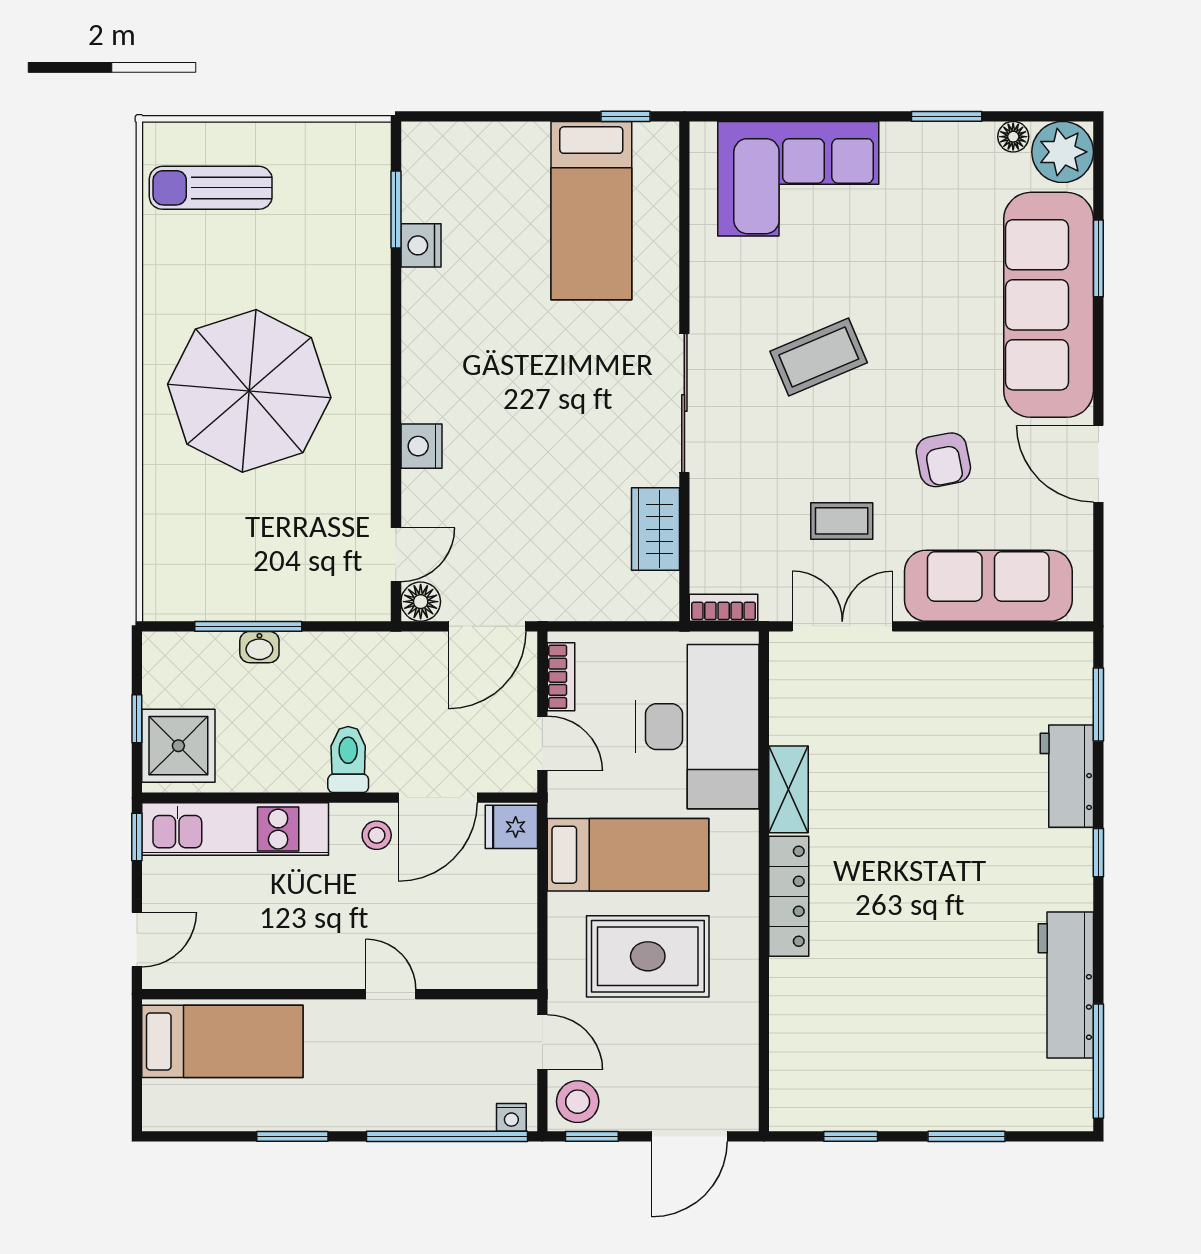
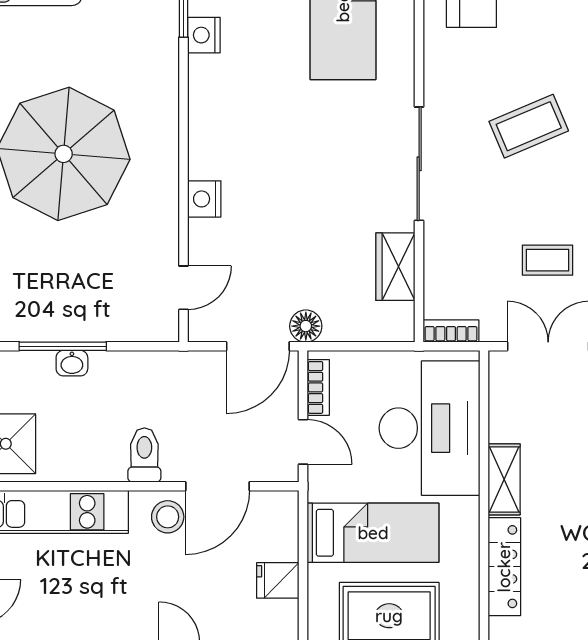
floor lamp: (421, 602) -> (306, 326), moved
fridge: (511, 827) -> (278, 580), moved
stool: (377, 835) -> (168, 517), width x1.37, depth x1.37

